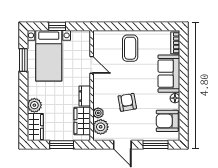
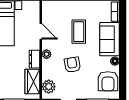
coffee table: (130, 48) -> (79, 32), moved
plant: (98, 113) -> (47, 54), moved
armchair: (167, 121) -> (108, 81), turned -90

